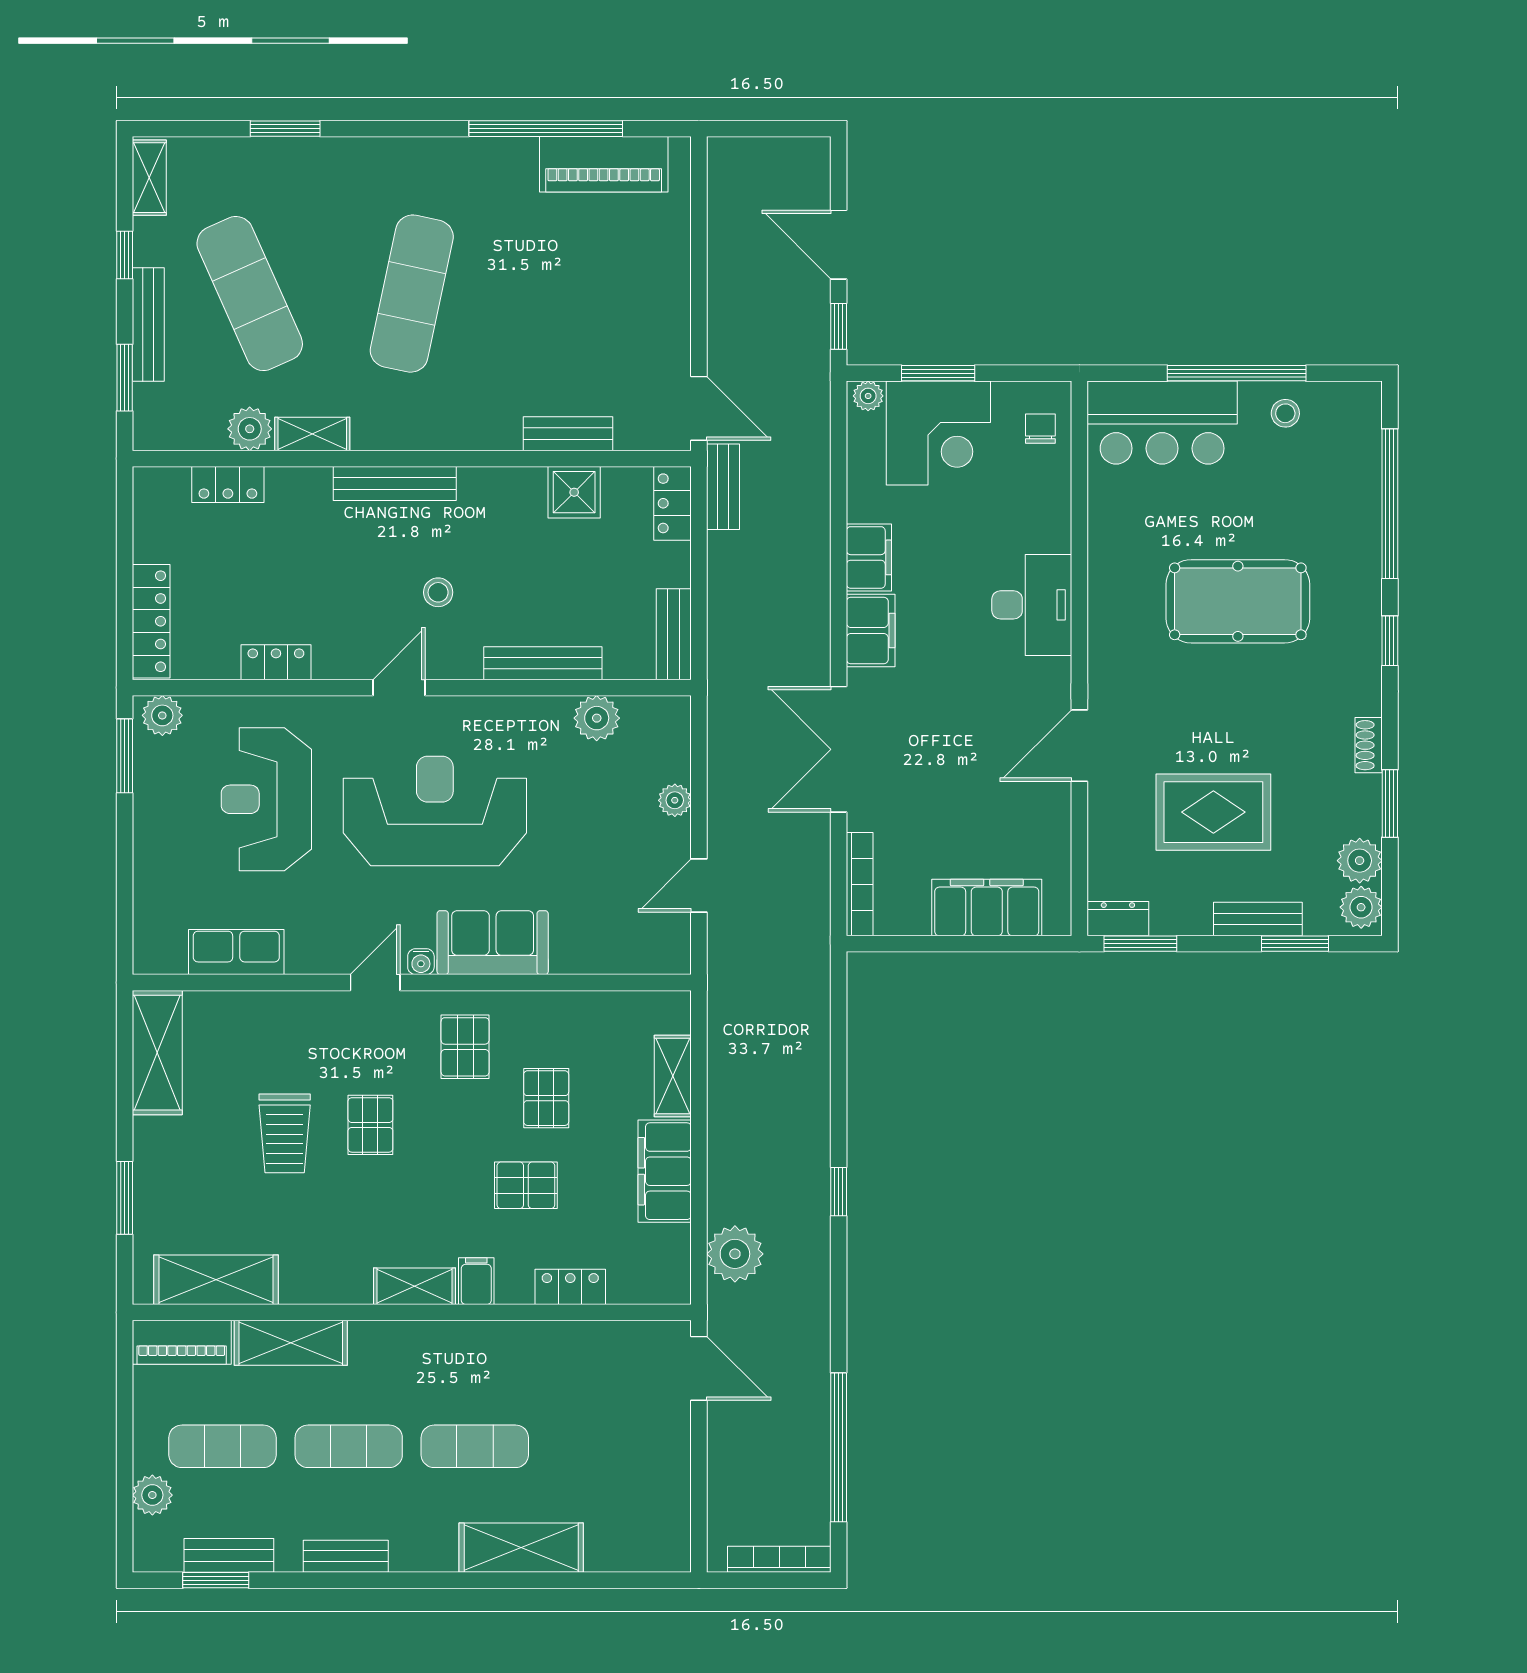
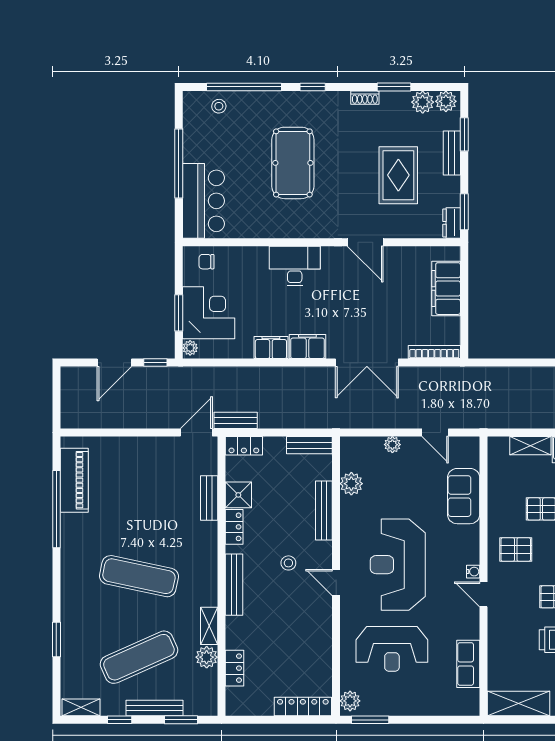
stool: (1285, 413) -> (219, 106), moved
locker: (276, 662) -> (234, 527), moved, turned 180
sofa: (493, 943) -> (464, 496), moved

